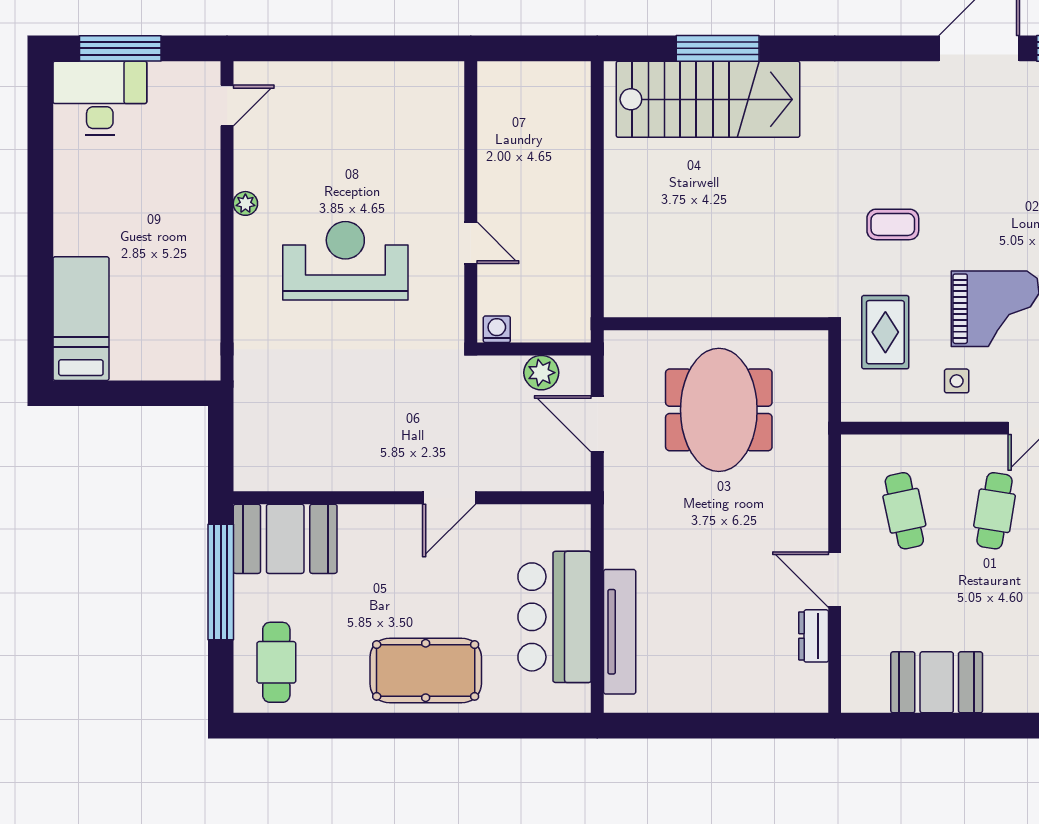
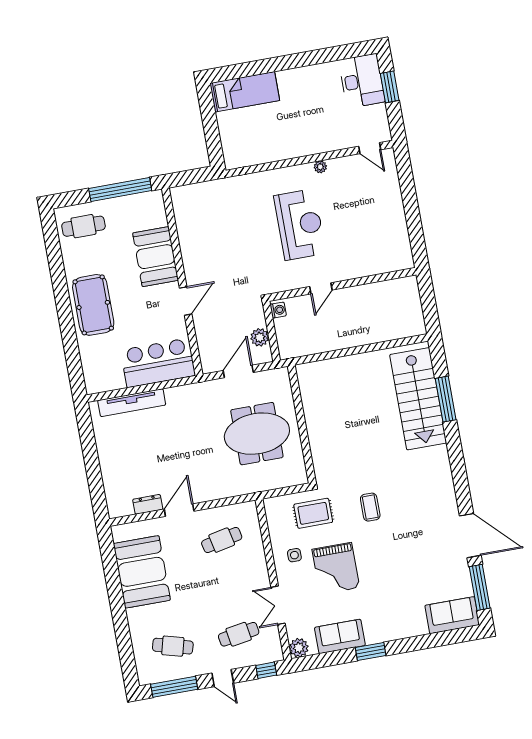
window: (120, 48) -> (390, 87), width x0.69
door: (449, 498) -> (186, 301), swing flipped
cafe table: (994, 511) -> (230, 587), removed
booth: (285, 539) -> (156, 257), moved
bar counter: (555, 617) -> (158, 363), moved
booth: (937, 682) -> (142, 572), width x1.36, depth x1.42

